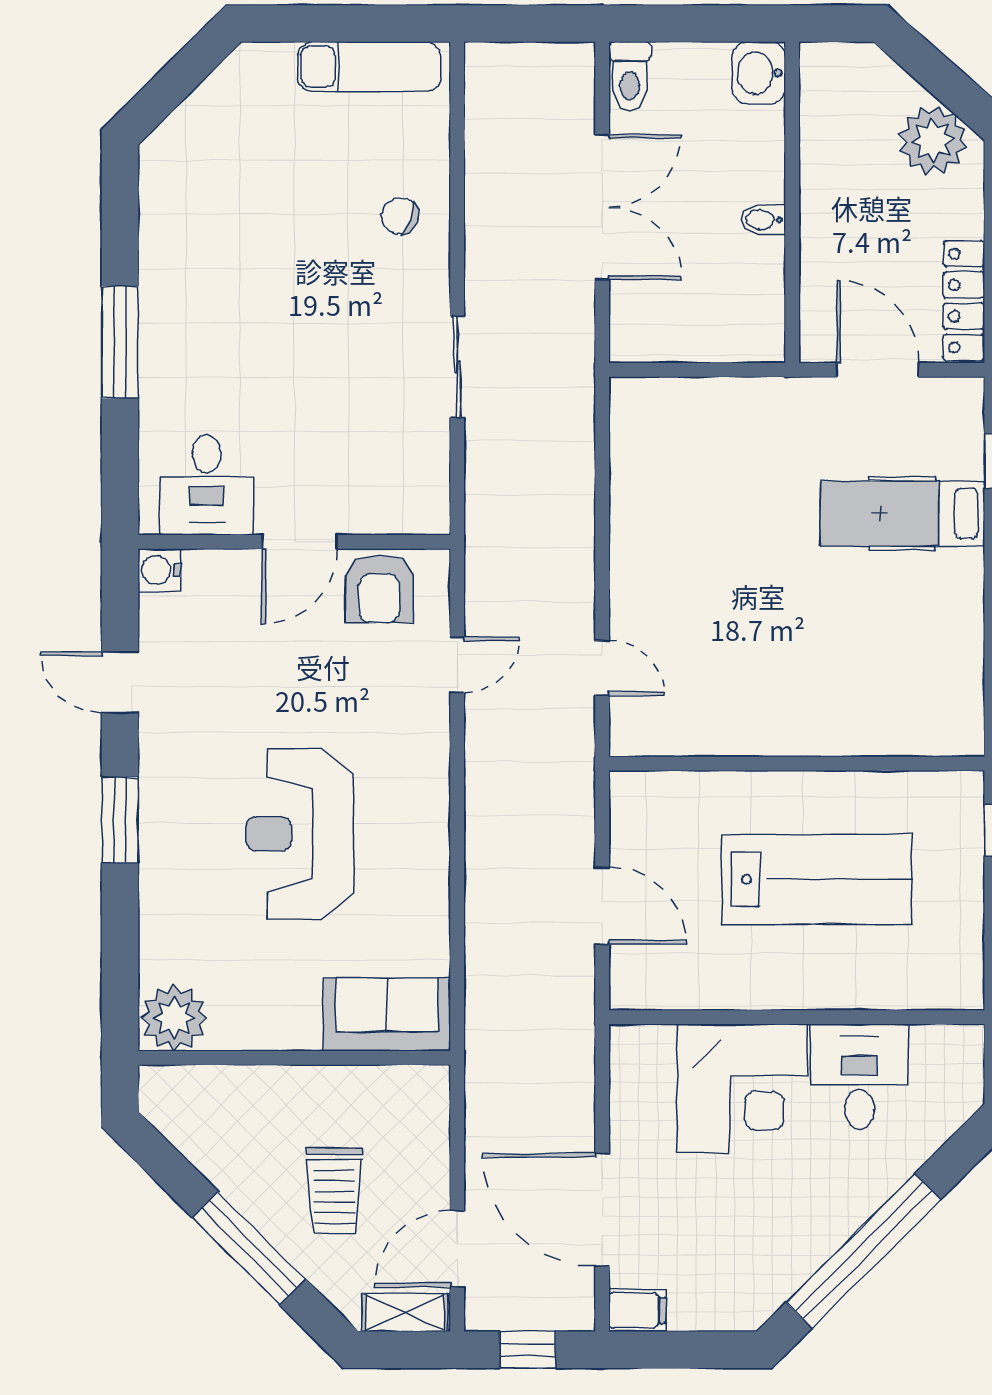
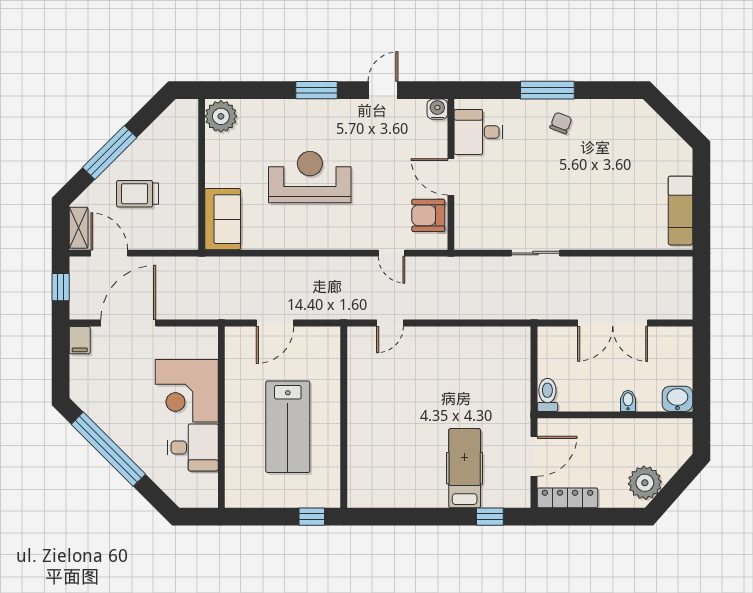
toilet: (630, 76) -> (547, 395), moved, turned 90
chair: (400, 216) -> (561, 123), moved
bidet: (763, 220) -> (628, 401), moved

